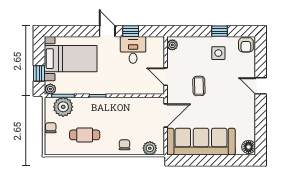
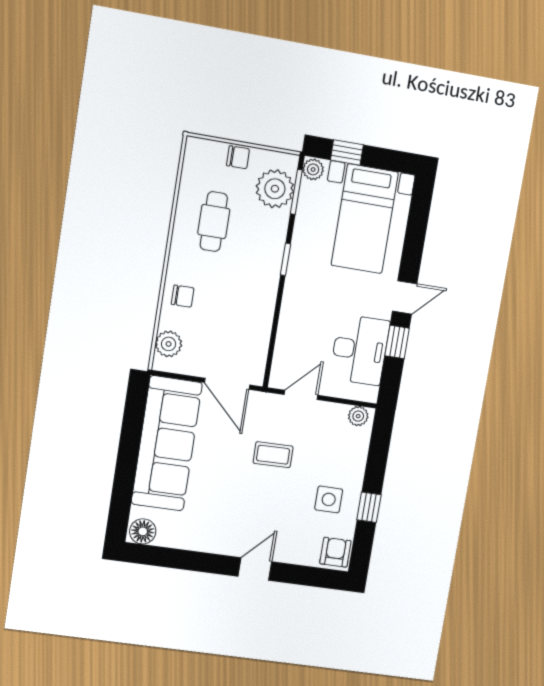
armchair: (246, 45) -> (335, 552), turned 90
desk: (133, 50) -> (360, 350), width x1.37

